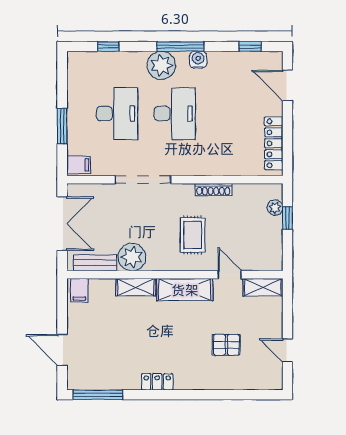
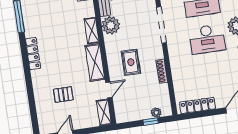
rug: (193, 235) -> (131, 62), turned 90
pallet: (226, 345) -> (63, 94), turned 90
locker: (157, 382) -> (33, 54), width x1.53

